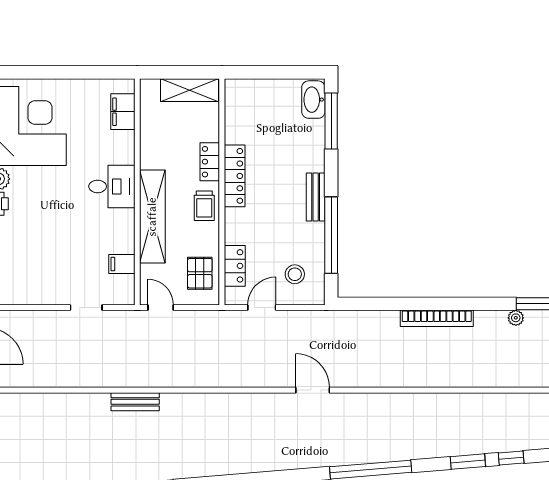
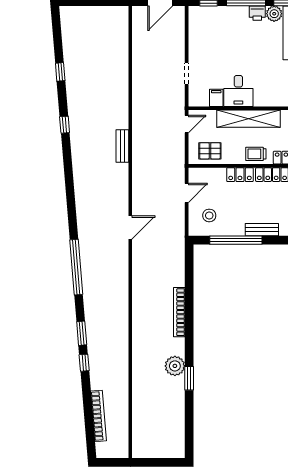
desk: (112, 186) -> (238, 91), moved
locker: (235, 266) -> (240, 175), moved
door: (262, 308) -> (187, 193), hinge flipped
plant: (516, 318) -> (175, 366), width x1.87, depth x1.87
bench: (135, 402) -> (122, 146), moved

